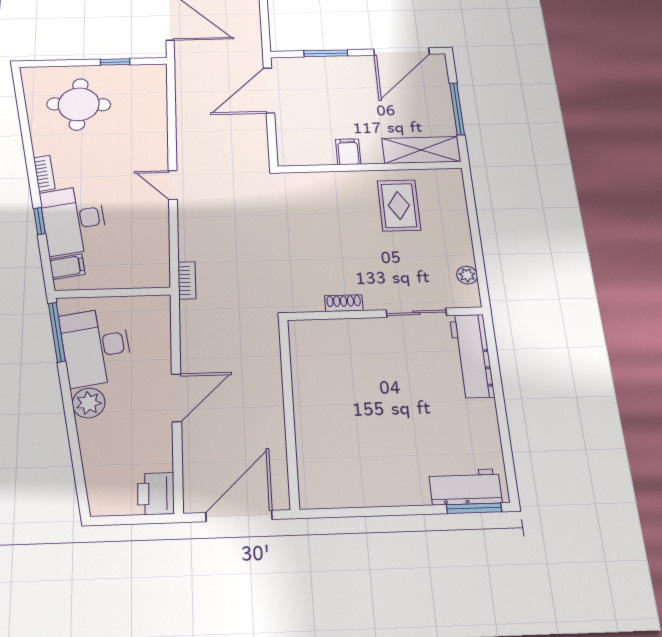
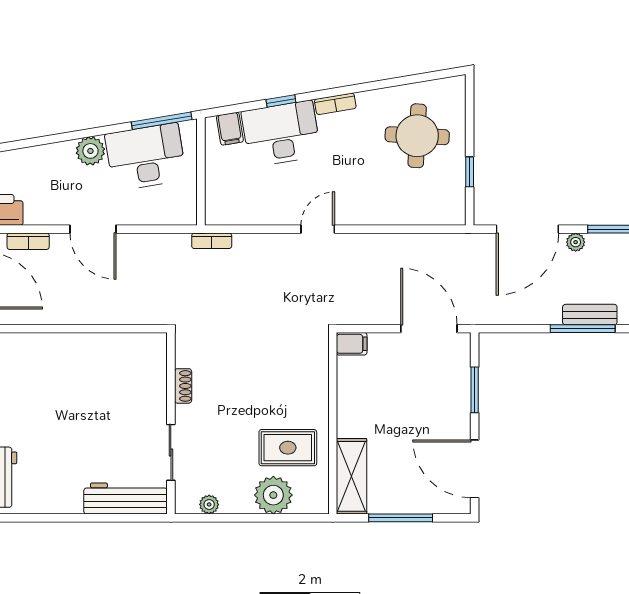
filing cabinet: (348, 152) -> (352, 344), moved
plant: (449, 217) -> (273, 495), added
bookcase: (192, 466) -> (28, 241), added

